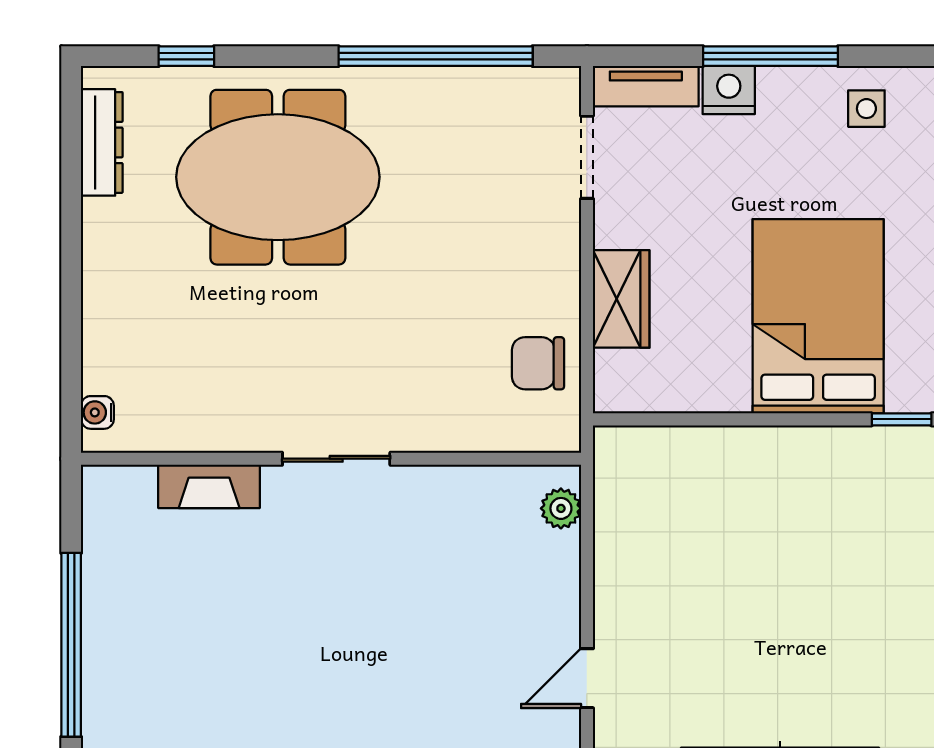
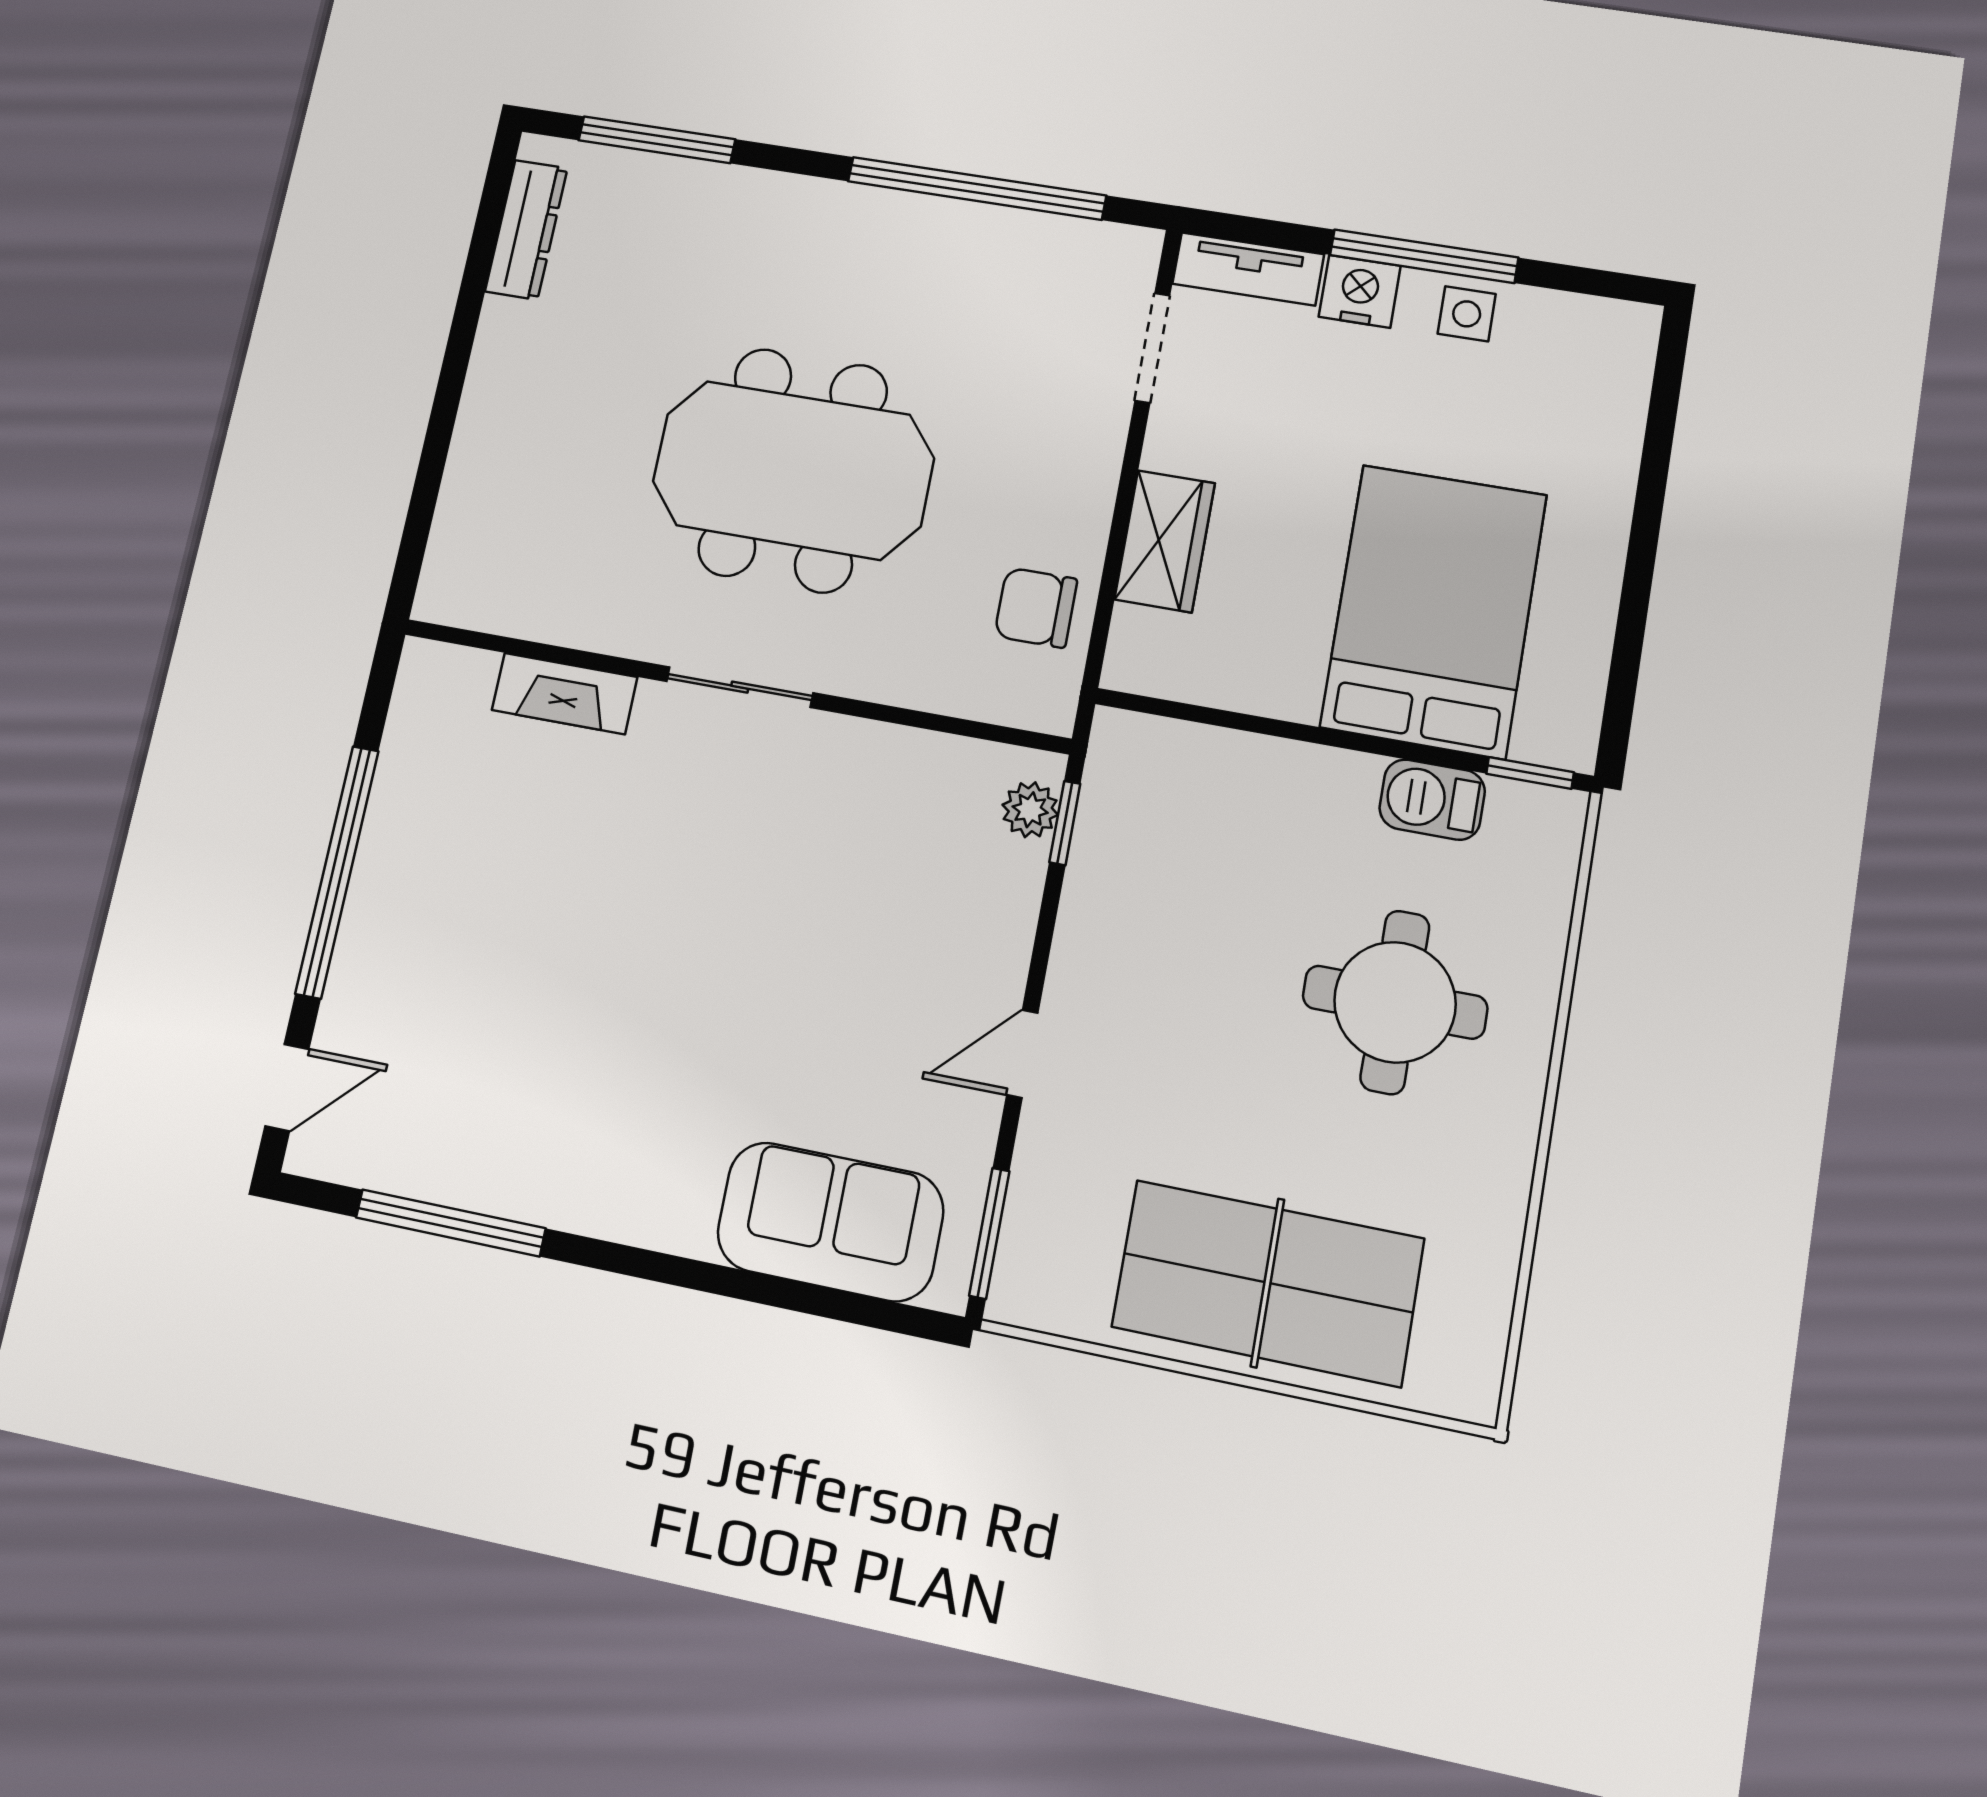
window: (186, 56) -> (657, 140), width x2.17
side table: (866, 109) -> (1467, 314), moved
meeting table: (278, 177) -> (793, 470), moved
water cooler: (97, 412) -> (442, 571), removed
barbecue: (838, 450) -> (1432, 800), added
window: (587, 513) -> (1065, 823), added
round table: (835, 594) -> (1395, 1002), added

